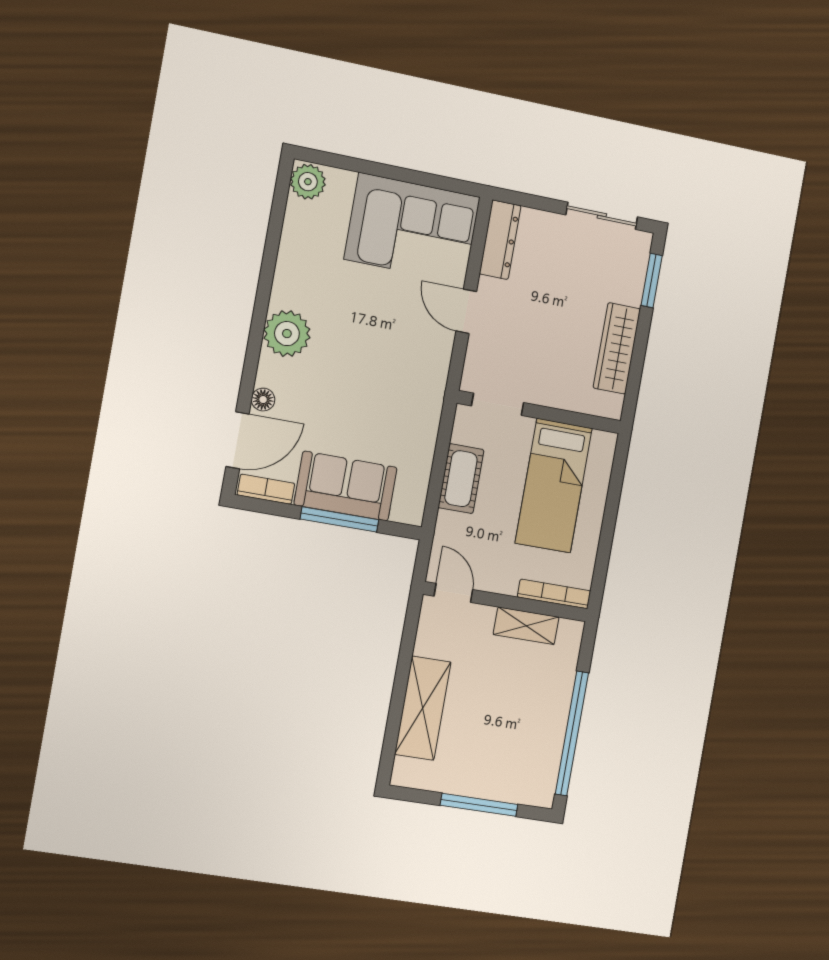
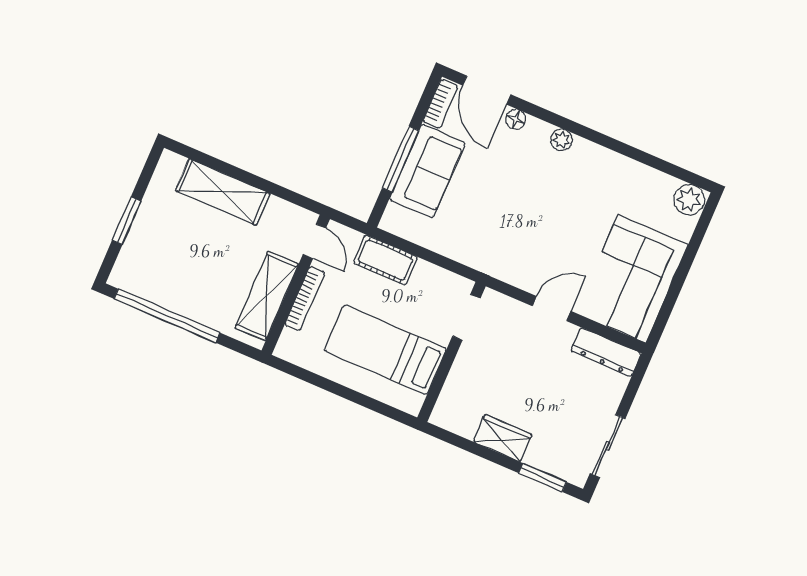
plant: (287, 334) -> (561, 140), width x0.53, depth x0.53
wardrobe: (617, 348) -> (503, 438), width x0.67
cot: (461, 479) -> (385, 260), moved
door: (453, 593) -> (314, 241), hinge flipped
bookcase: (554, 594) -> (305, 299), moved
shelving: (526, 626) -> (267, 296), width x1.50, depth x1.33
window: (479, 805) -> (127, 221), width x0.69

